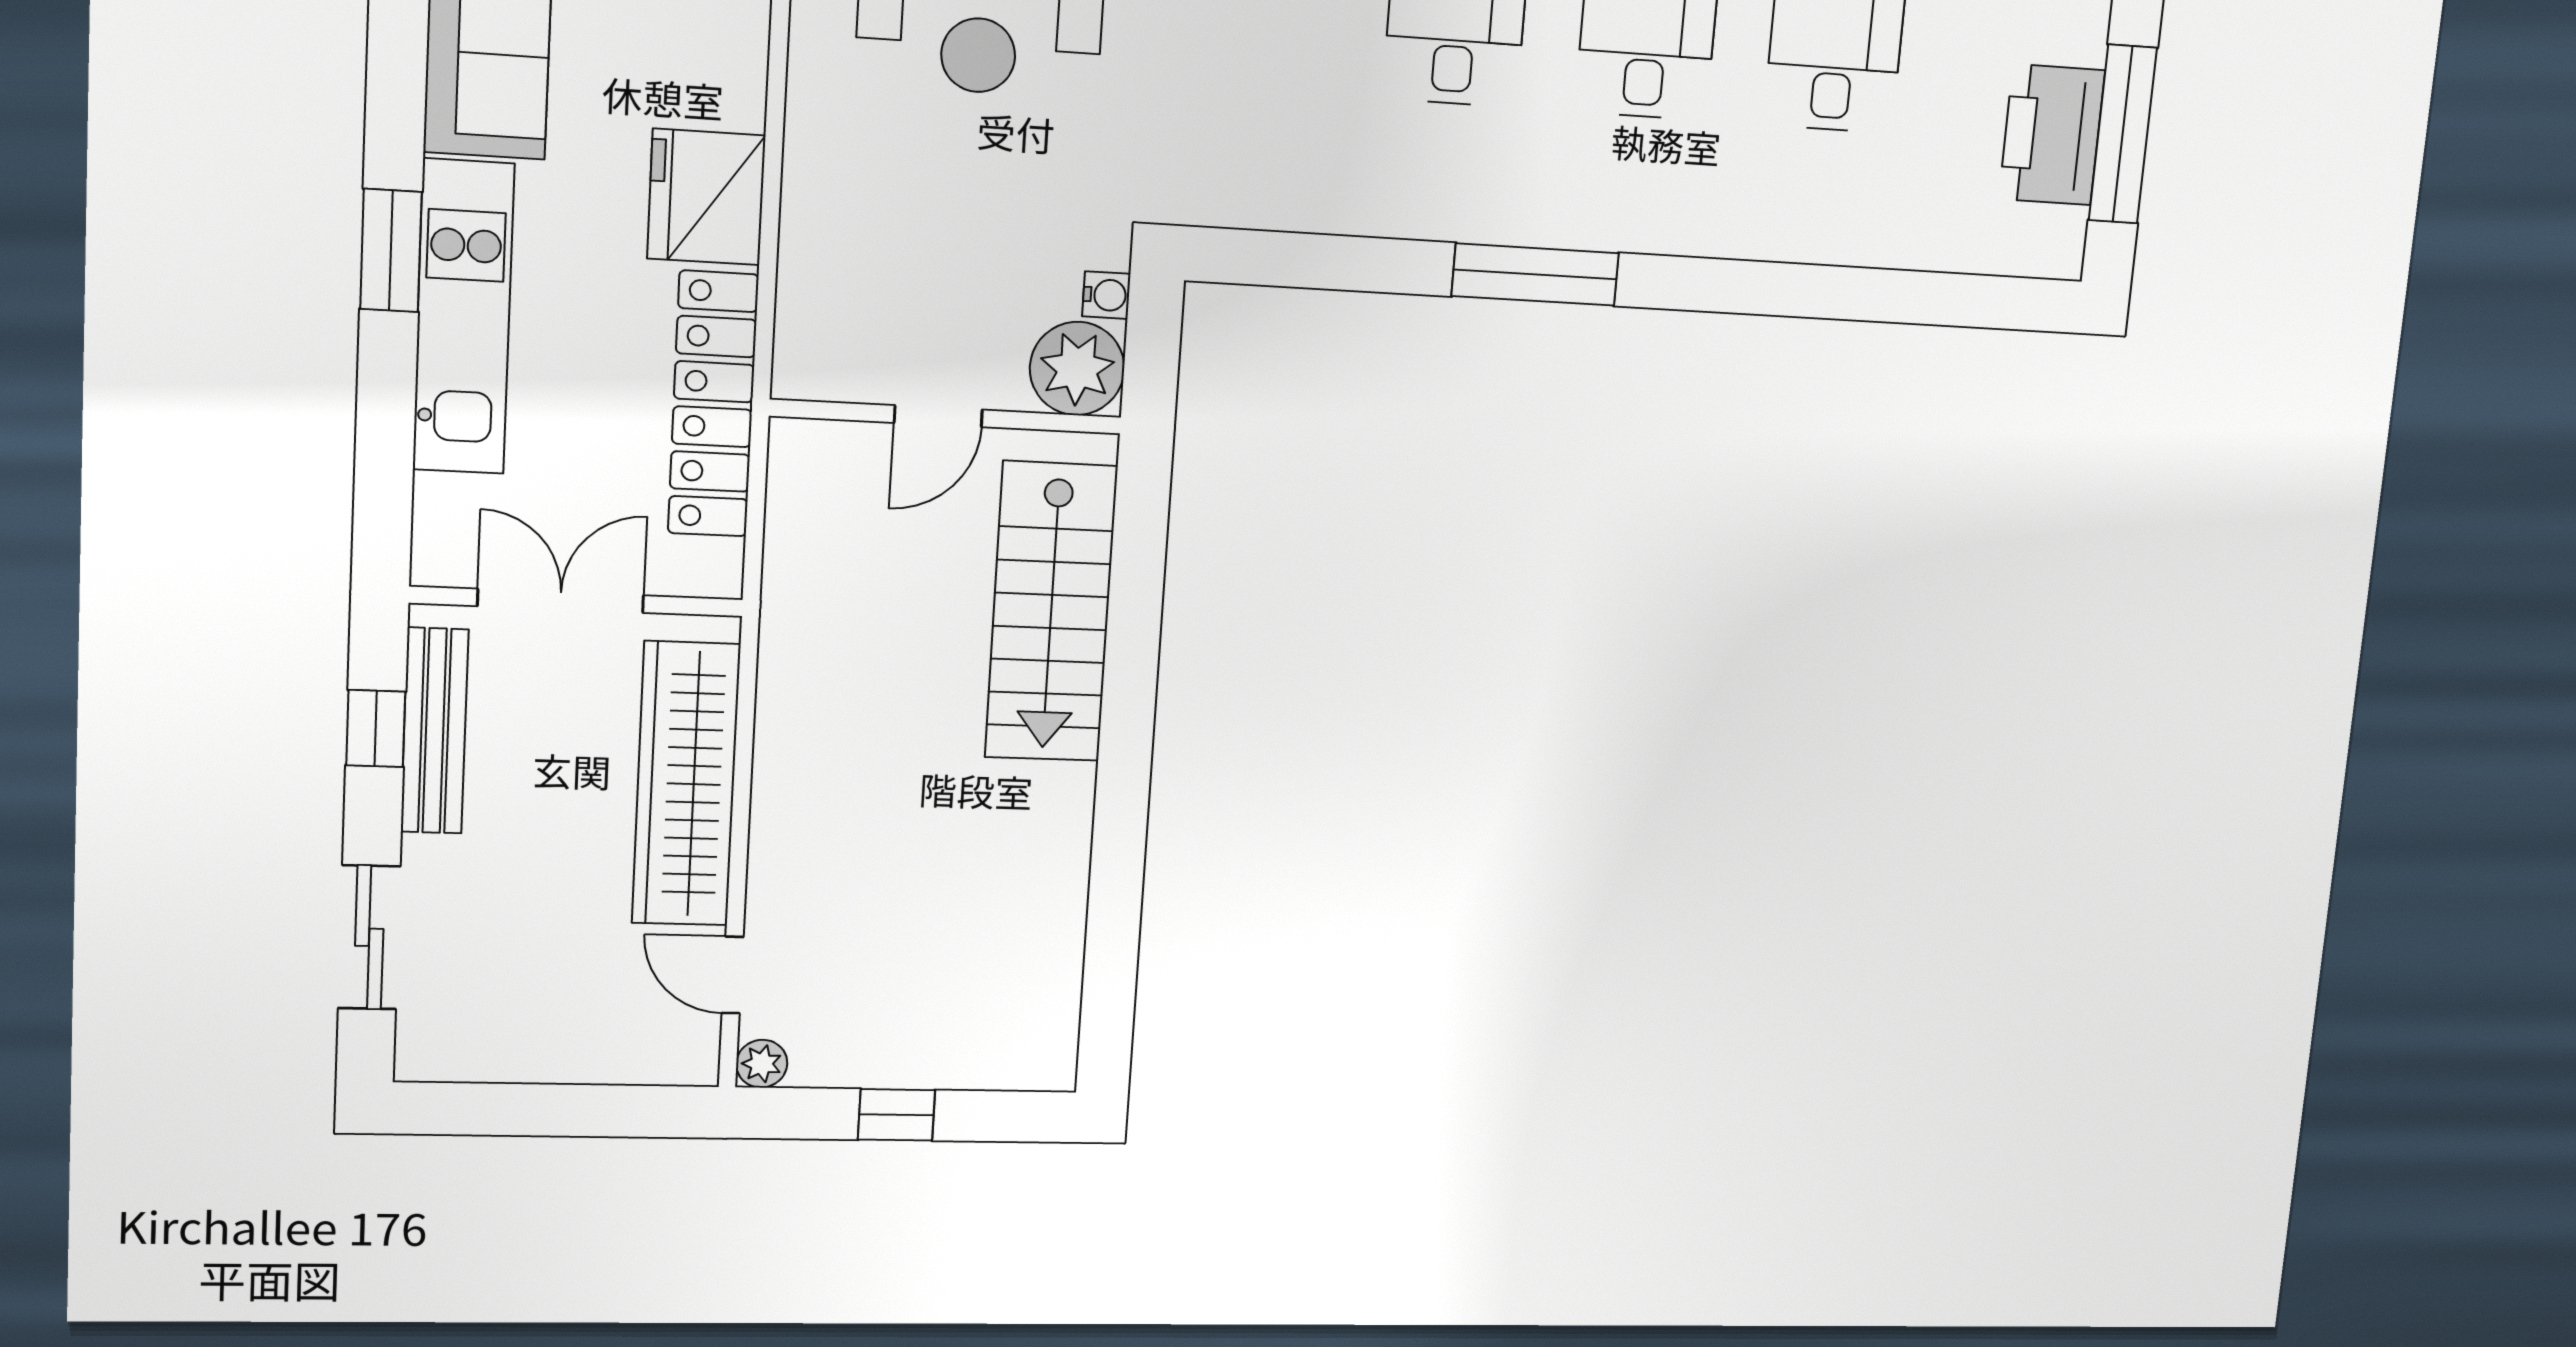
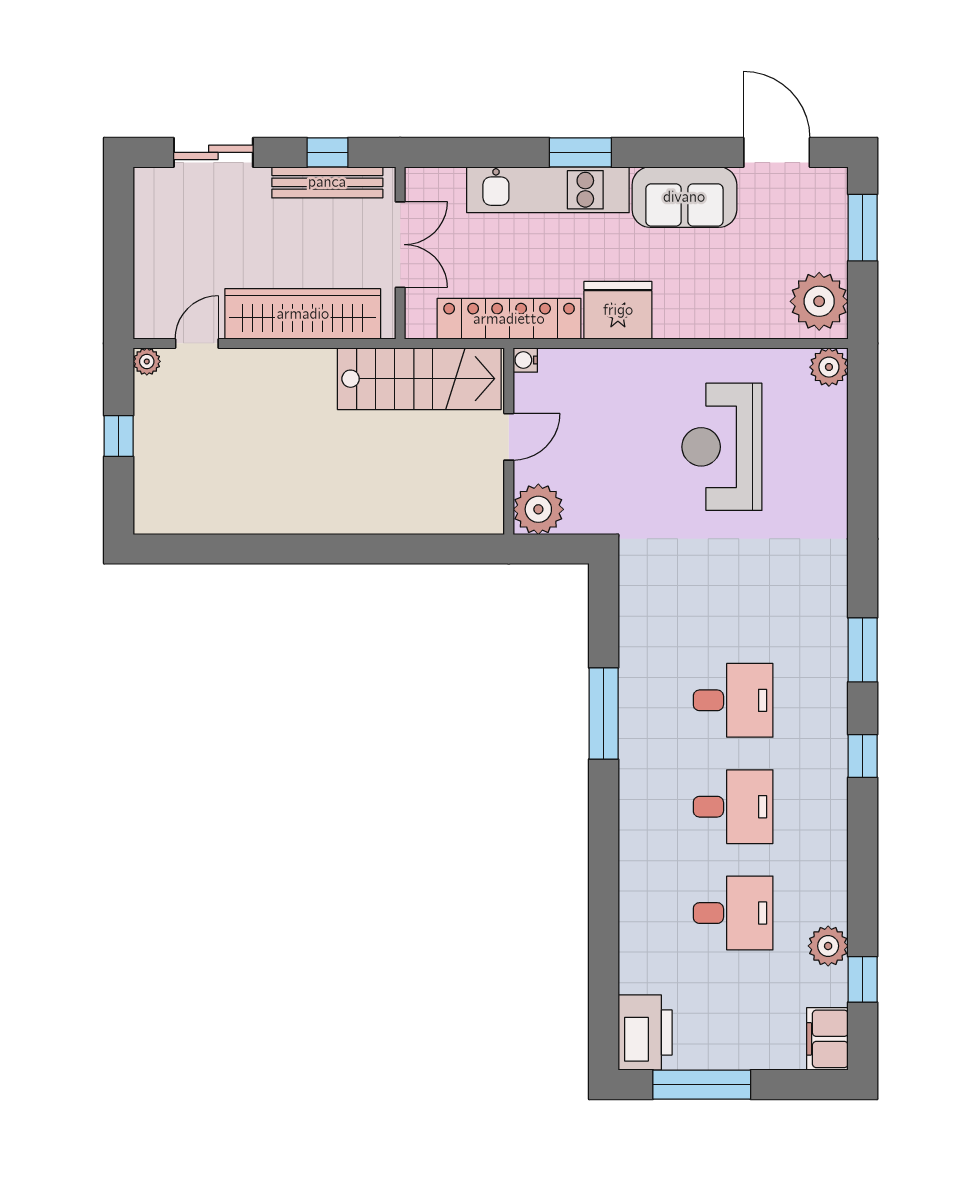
printer: (2052, 135) -> (645, 1033), moved, turned 90
window: (1535, 274) -> (604, 714), moved
water cooler: (1106, 295) -> (525, 360), moved, turned 90
door: (938, 416) -> (509, 437), swing flipped
stairs: (1051, 612) -> (419, 379), moved, turned 180

